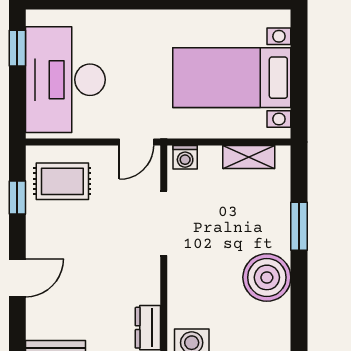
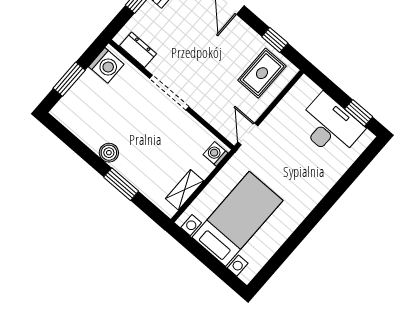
desk: (65, 80) -> (330, 126), width x0.73, depth x0.77
doorway: (164, 223) -> (169, 93), moved
boiler: (267, 277) -> (109, 153), width x0.54, depth x0.54

